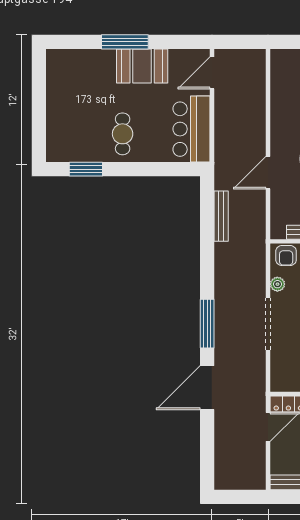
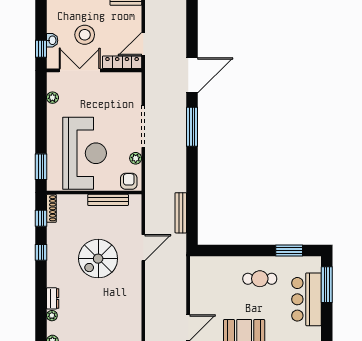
window: (39, 126) -> (327, 285), added
bar counter: (191, 129) -> (307, 299), moved, turned 180
cafe table: (123, 134) -> (260, 279), turned 90

